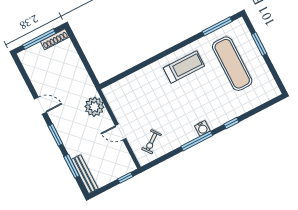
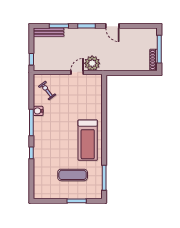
exercise mat: (232, 64) -> (73, 175), width x0.73, depth x0.69
treadmill: (184, 67) -> (88, 140), width x1.37, depth x1.38
door: (40, 106) -> (112, 26), hinge flipped
water cooler: (202, 128) -> (38, 111), moved
door: (121, 132) -> (77, 72), moved

